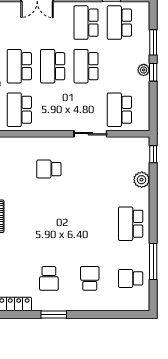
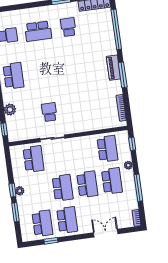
school desk: (49, 169) -> (49, 112), moved, turned -90
school desk: (90, 278) -> (38, 31), width x1.85

